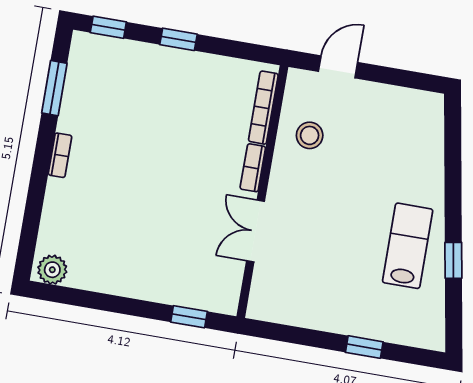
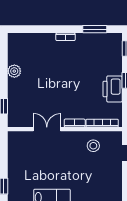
printer: (192, 72) -> (113, 89), added
plant: (52, 270) -> (14, 71), moved

